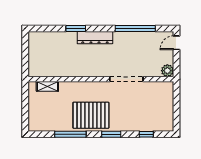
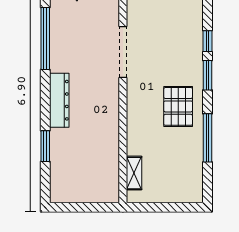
window: (76, 29) -> (45, 146), moved
pallet: (91, 115) -> (178, 106), width x0.73, depth x0.71
window: (146, 134) -> (207, 41), moved

